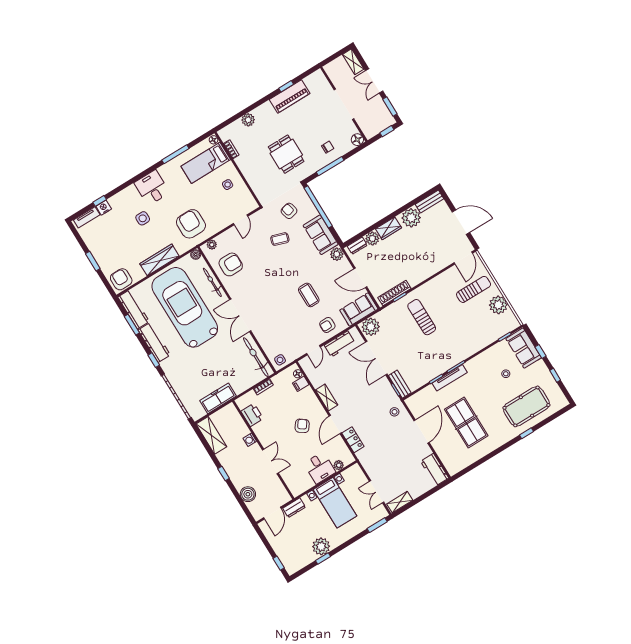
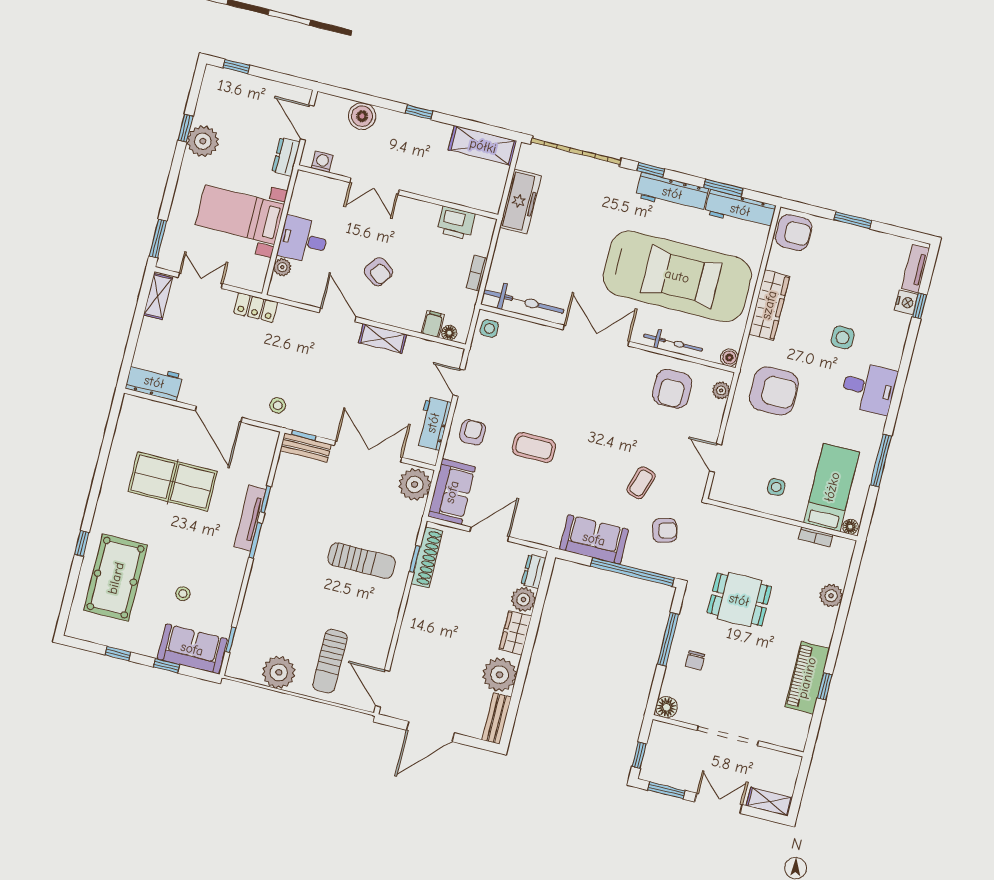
plant: (337, 254) -> (549, 535), removed
washing machine: (250, 440) -> (322, 162), moved
locker: (353, 440) -> (256, 308), moved

